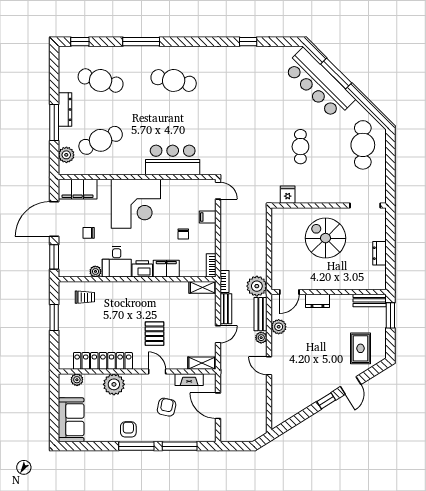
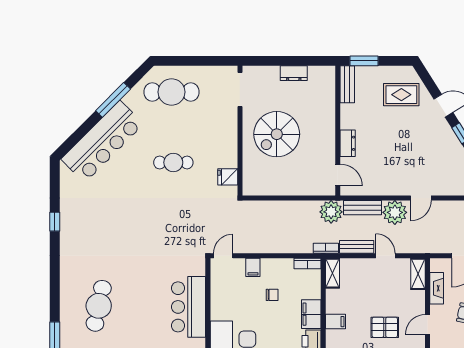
window: (336, 74) -> (113, 100), moved
filing cabinet: (160, 290) -> (336, 322), added
plant: (279, 327) -> (377, 187), removed
plant: (261, 338) -> (395, 212), width x1.88, depth x1.88

